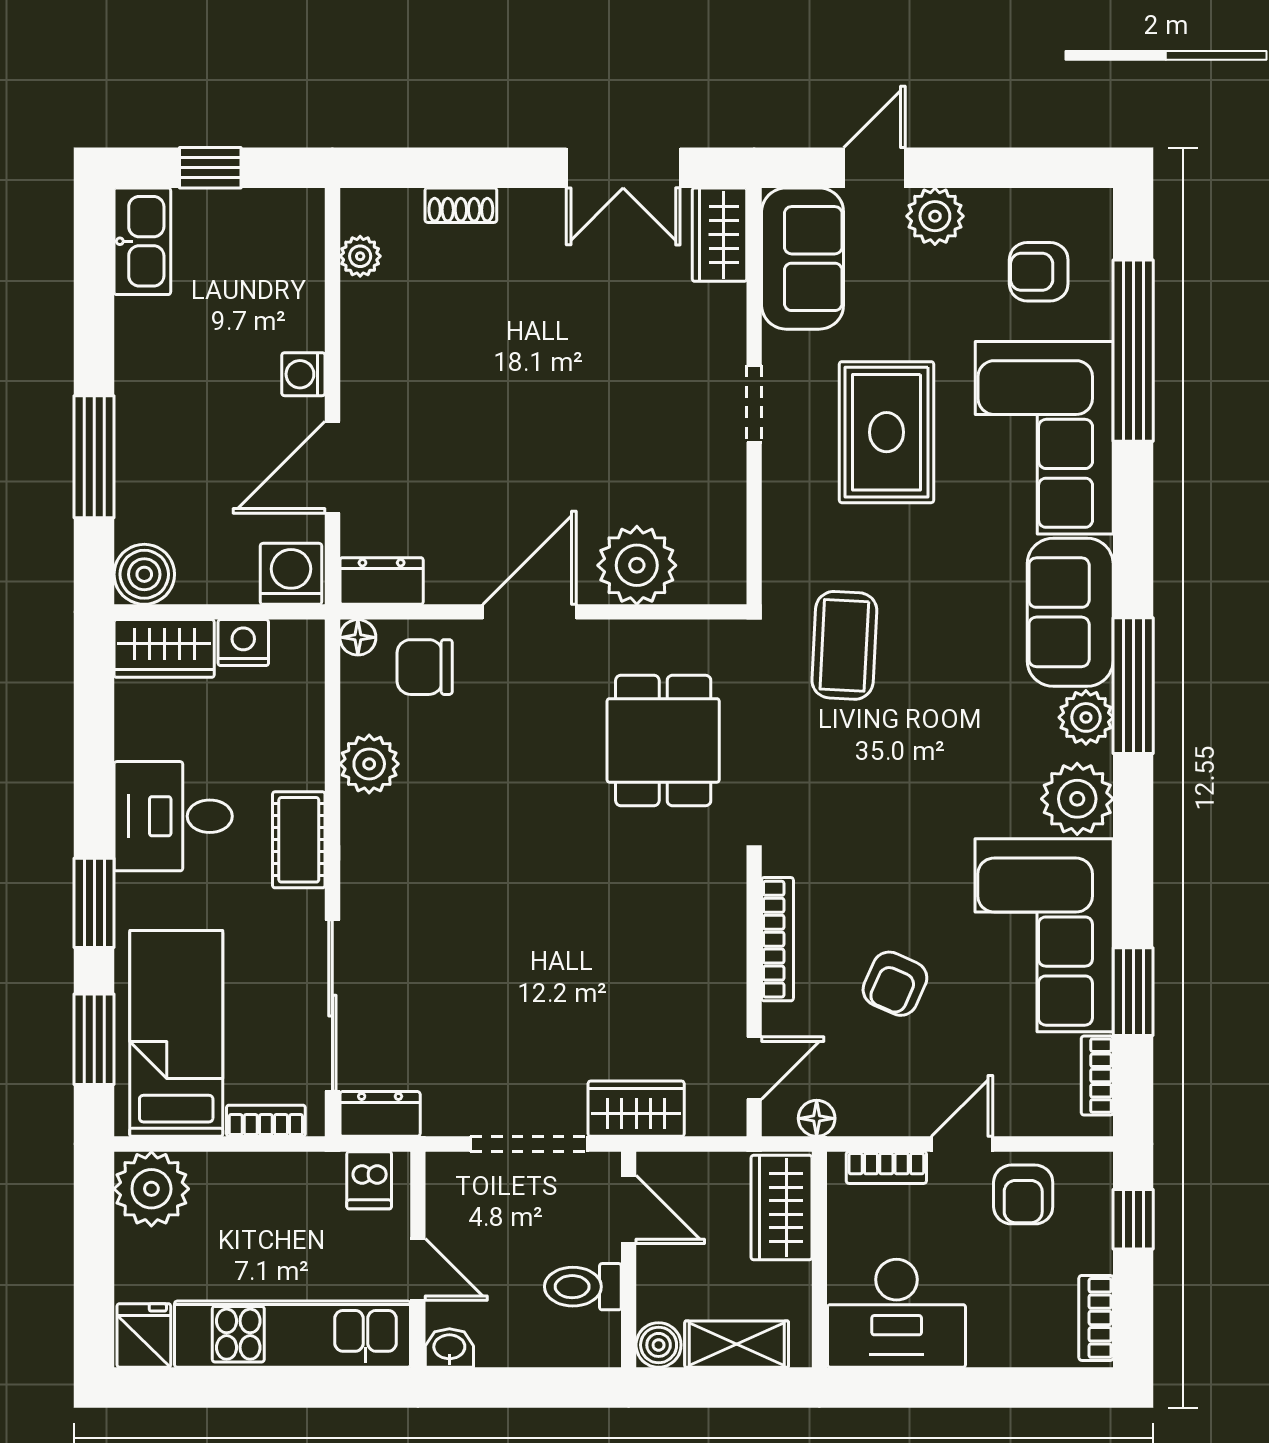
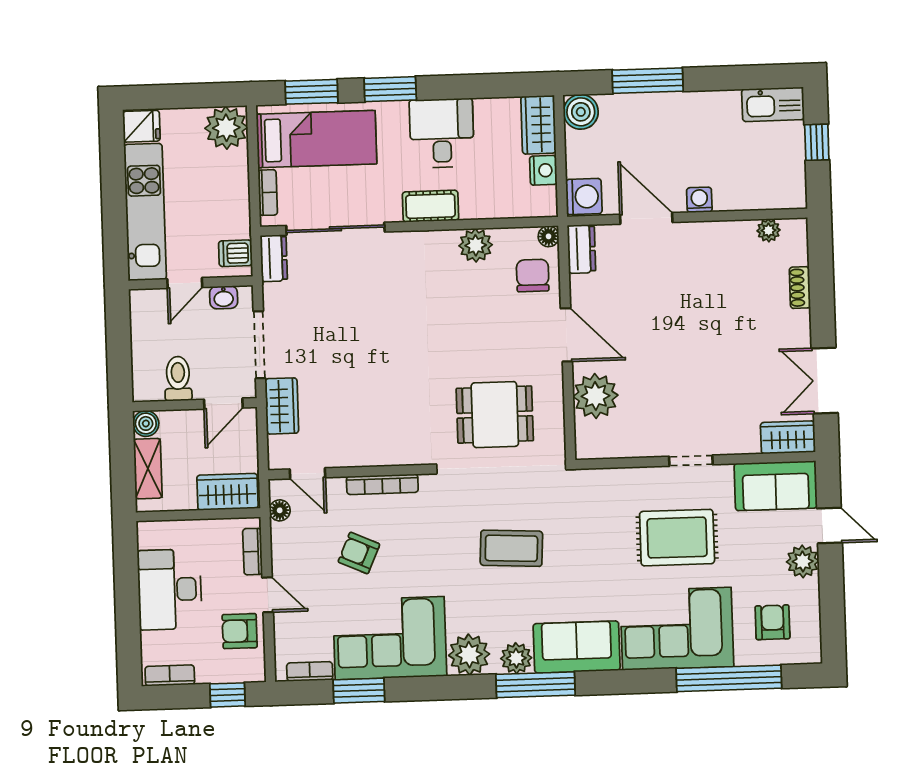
coffee table: (844, 645) -> (511, 548), moved
desk: (897, 1313) -> (170, 589), moved
washbasin: (449, 1348) -> (224, 297), moved, turned 90

